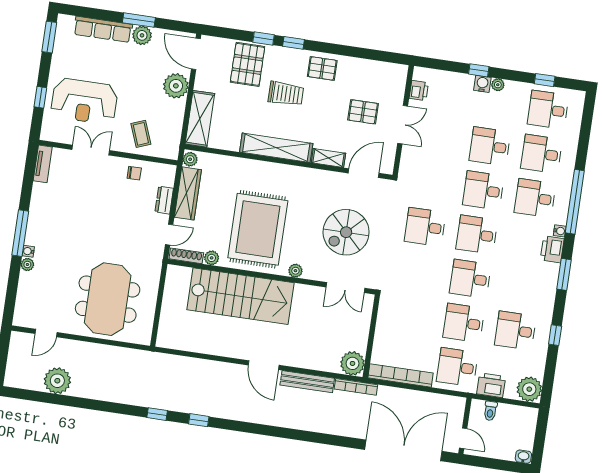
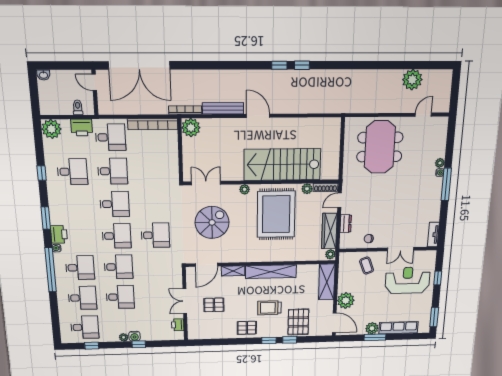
window: (157, 414) -> (279, 65), moved

